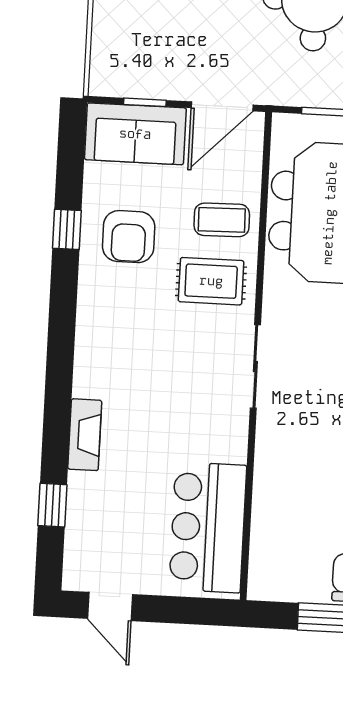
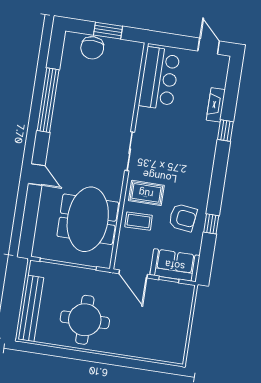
door: (222, 106) -> (133, 274), swing flipped
armchair: (129, 237) -> (183, 218), turned 97
fireplace: (85, 435) -> (216, 105), moved
window: (52, 505) -> (225, 131), moved

